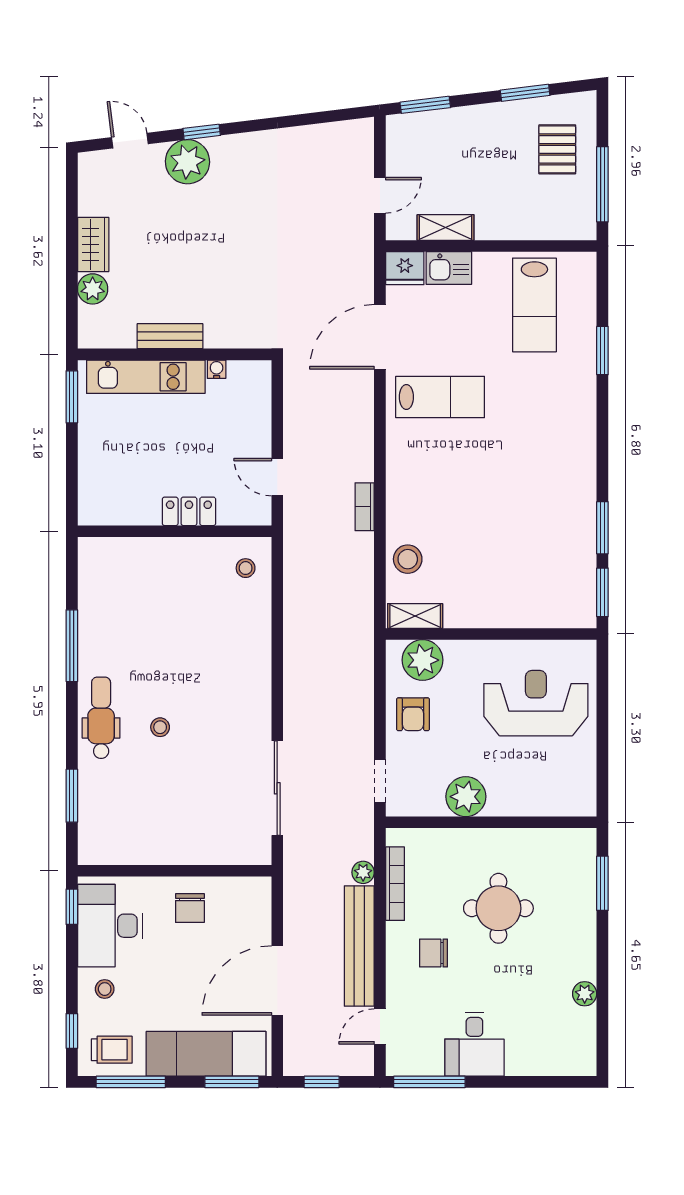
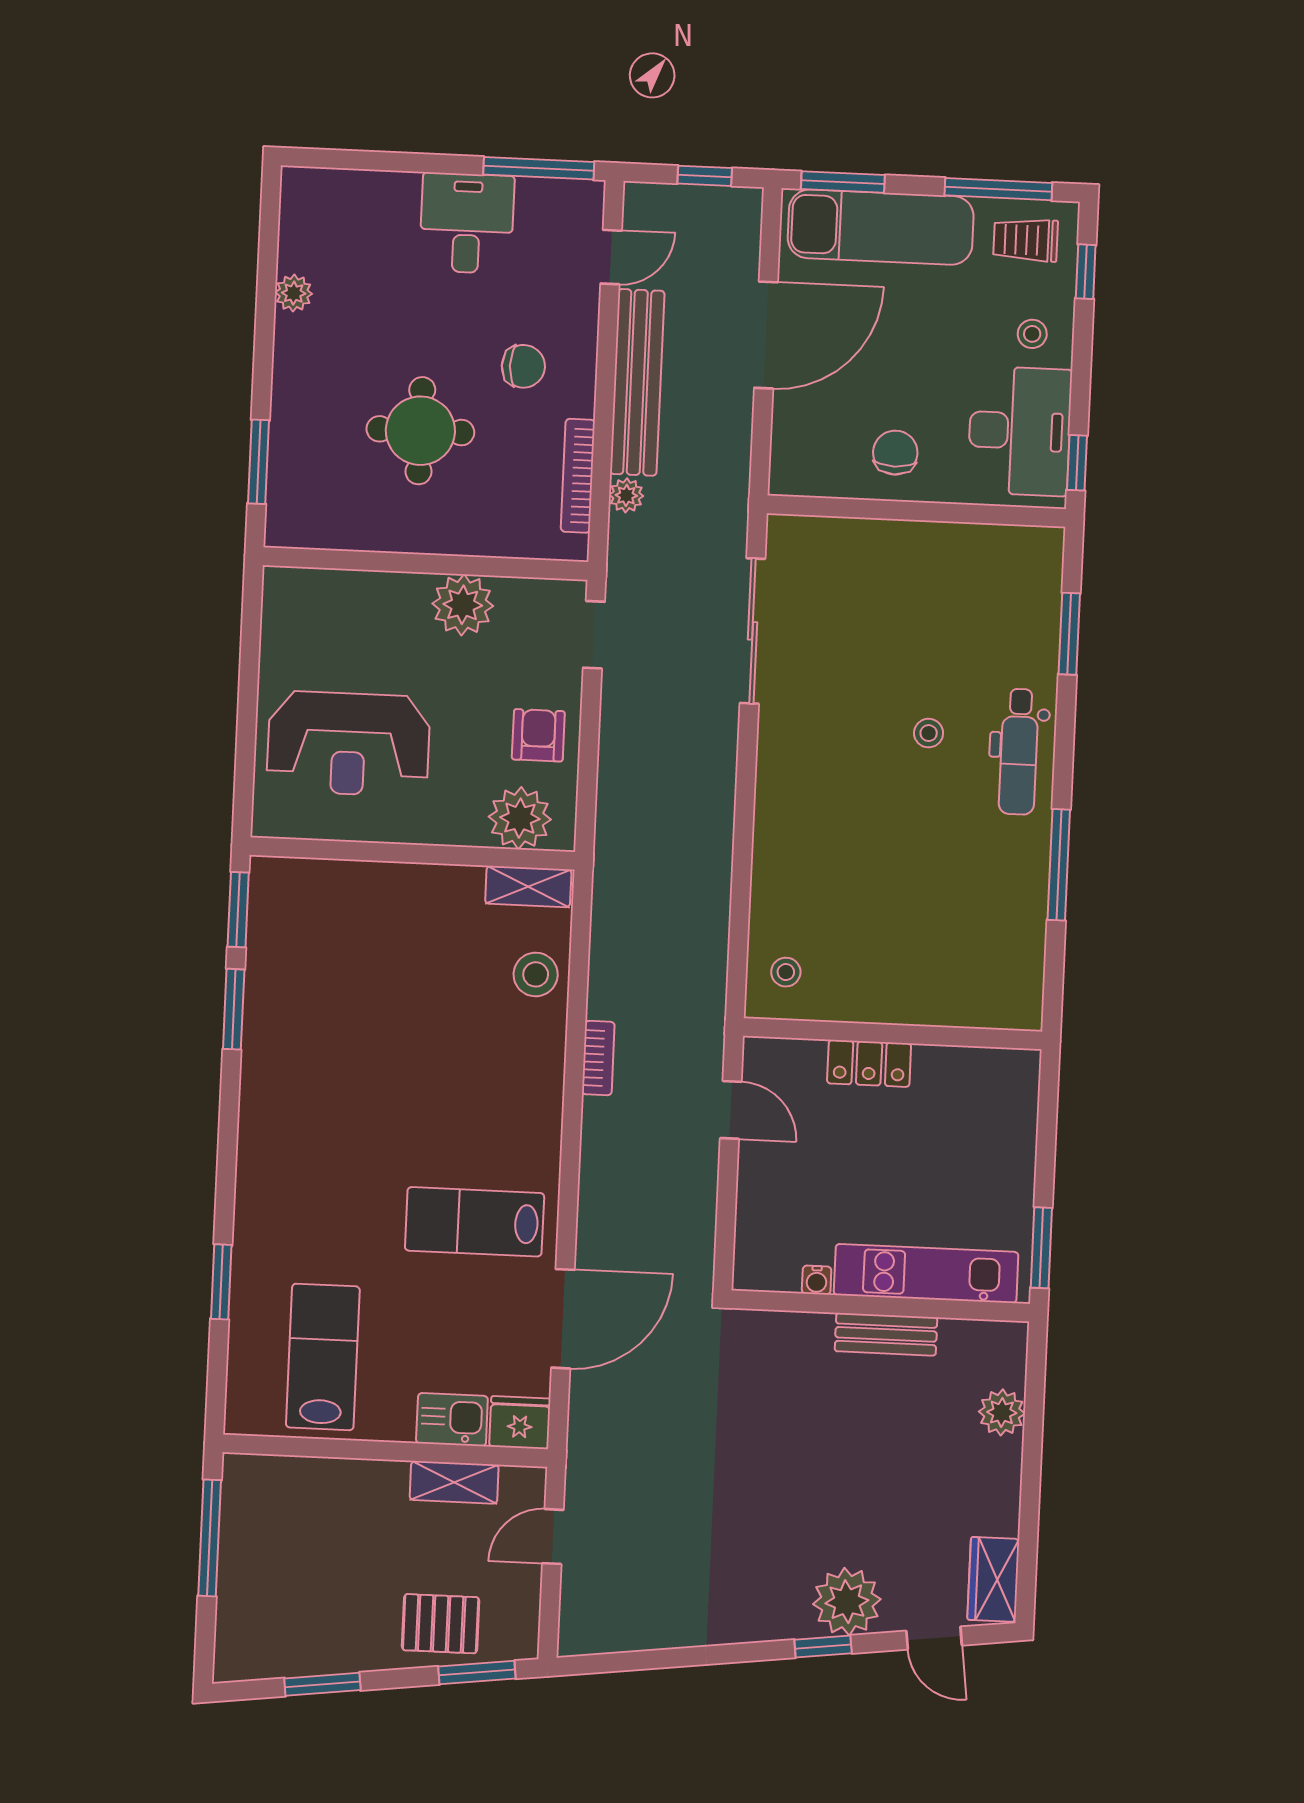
pallet: (557, 149) -> (441, 1624), moved, turned 90
wardrobe: (93, 245) -> (993, 1579), moved

